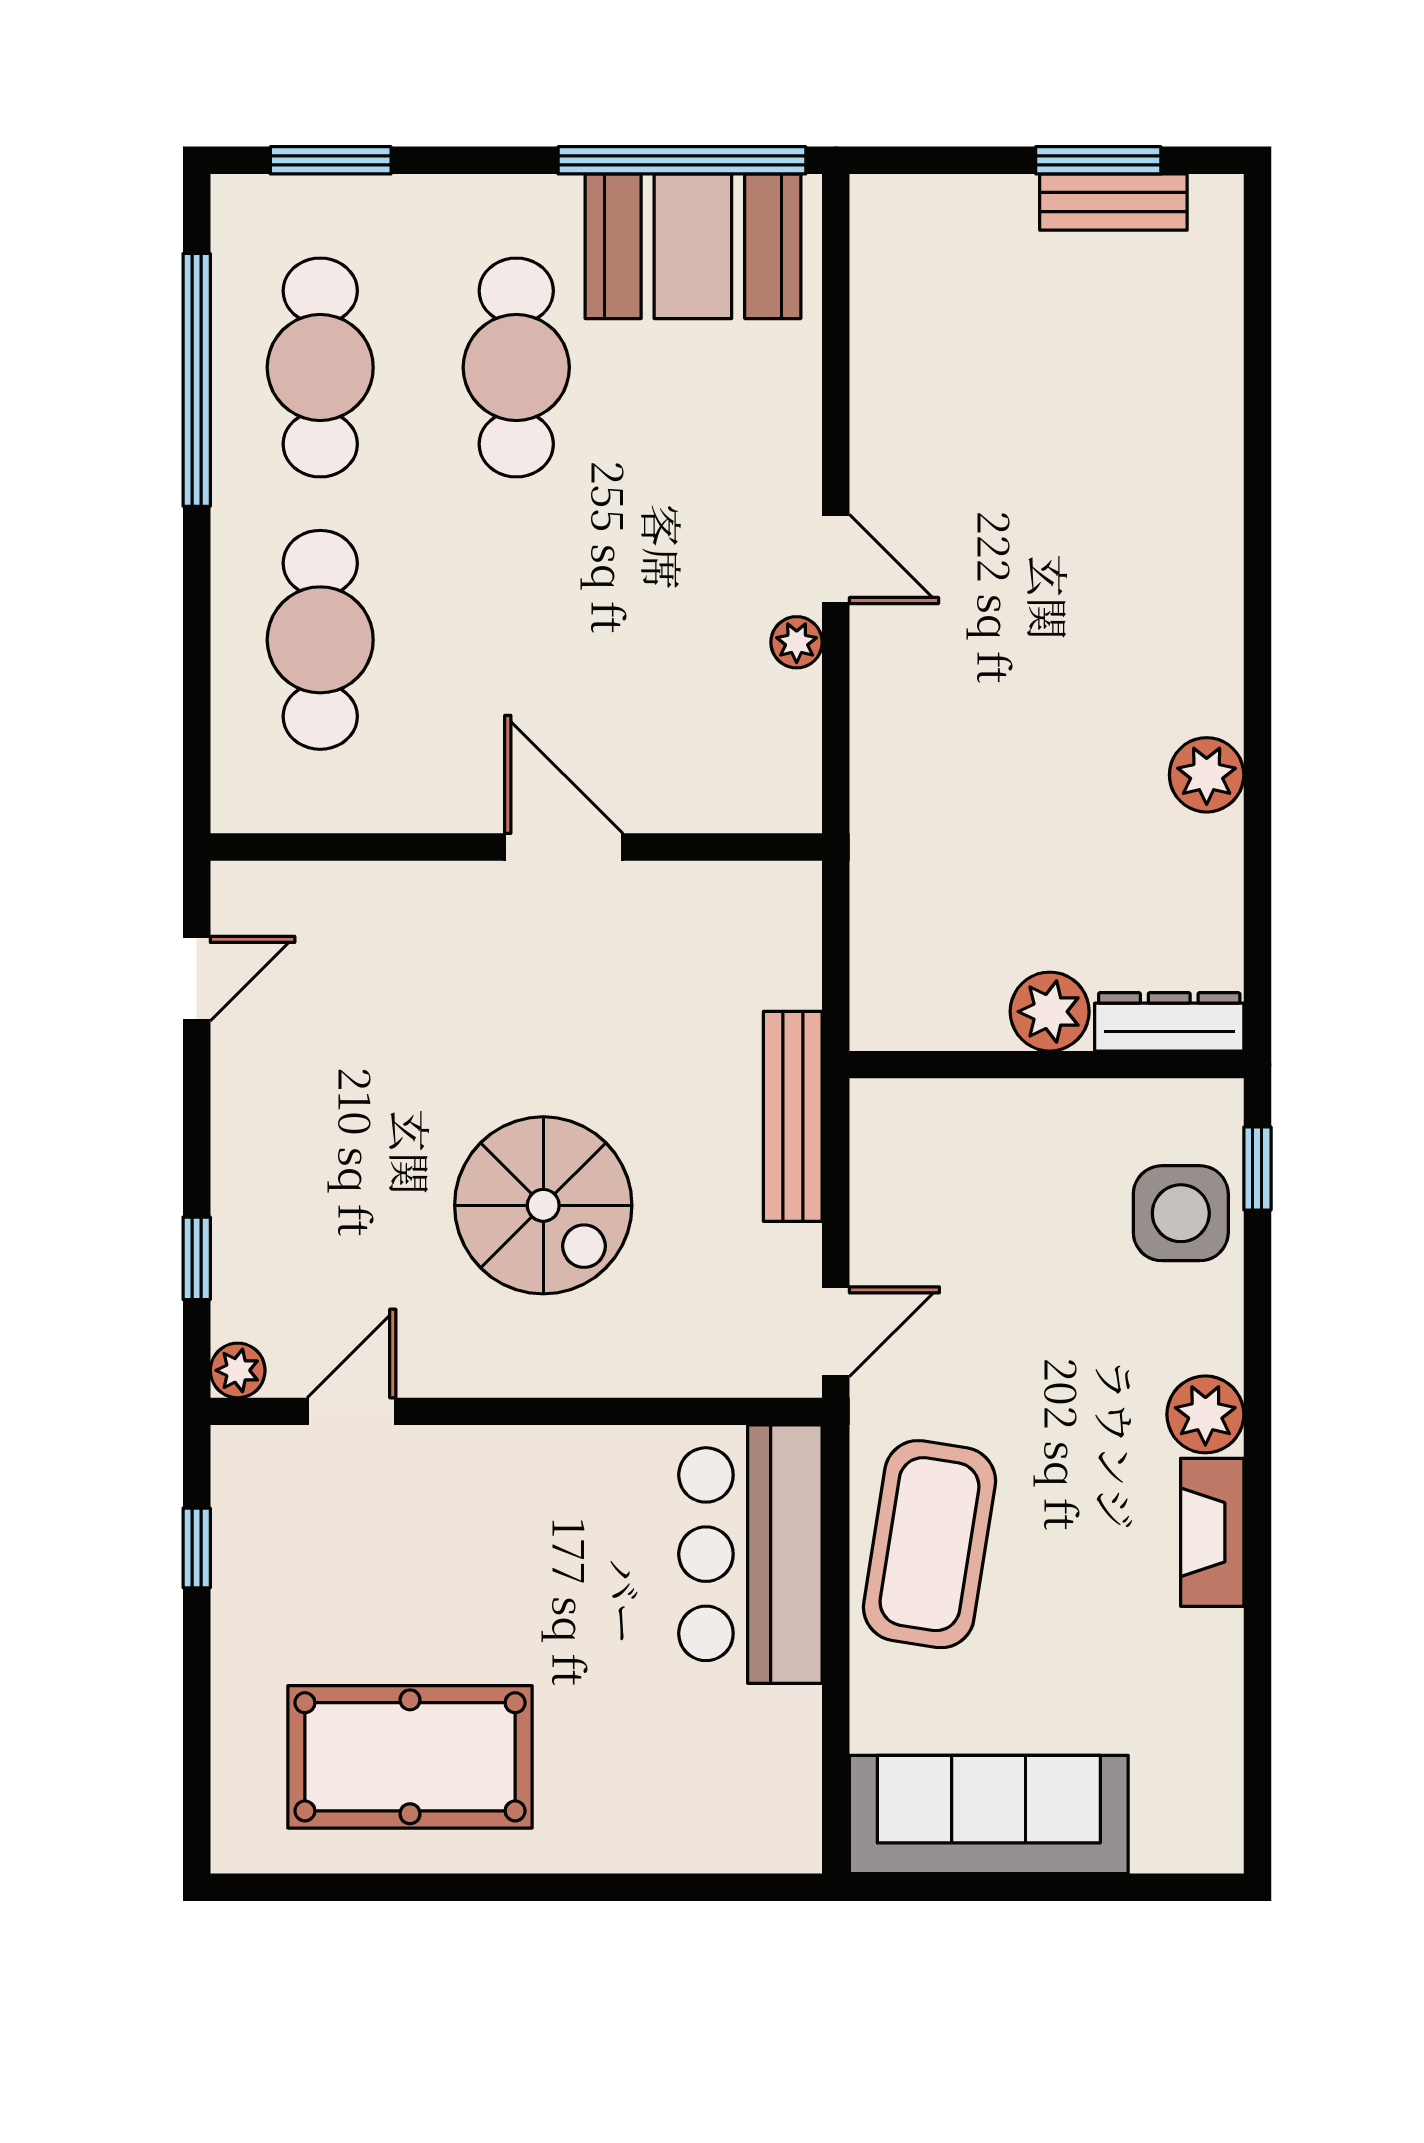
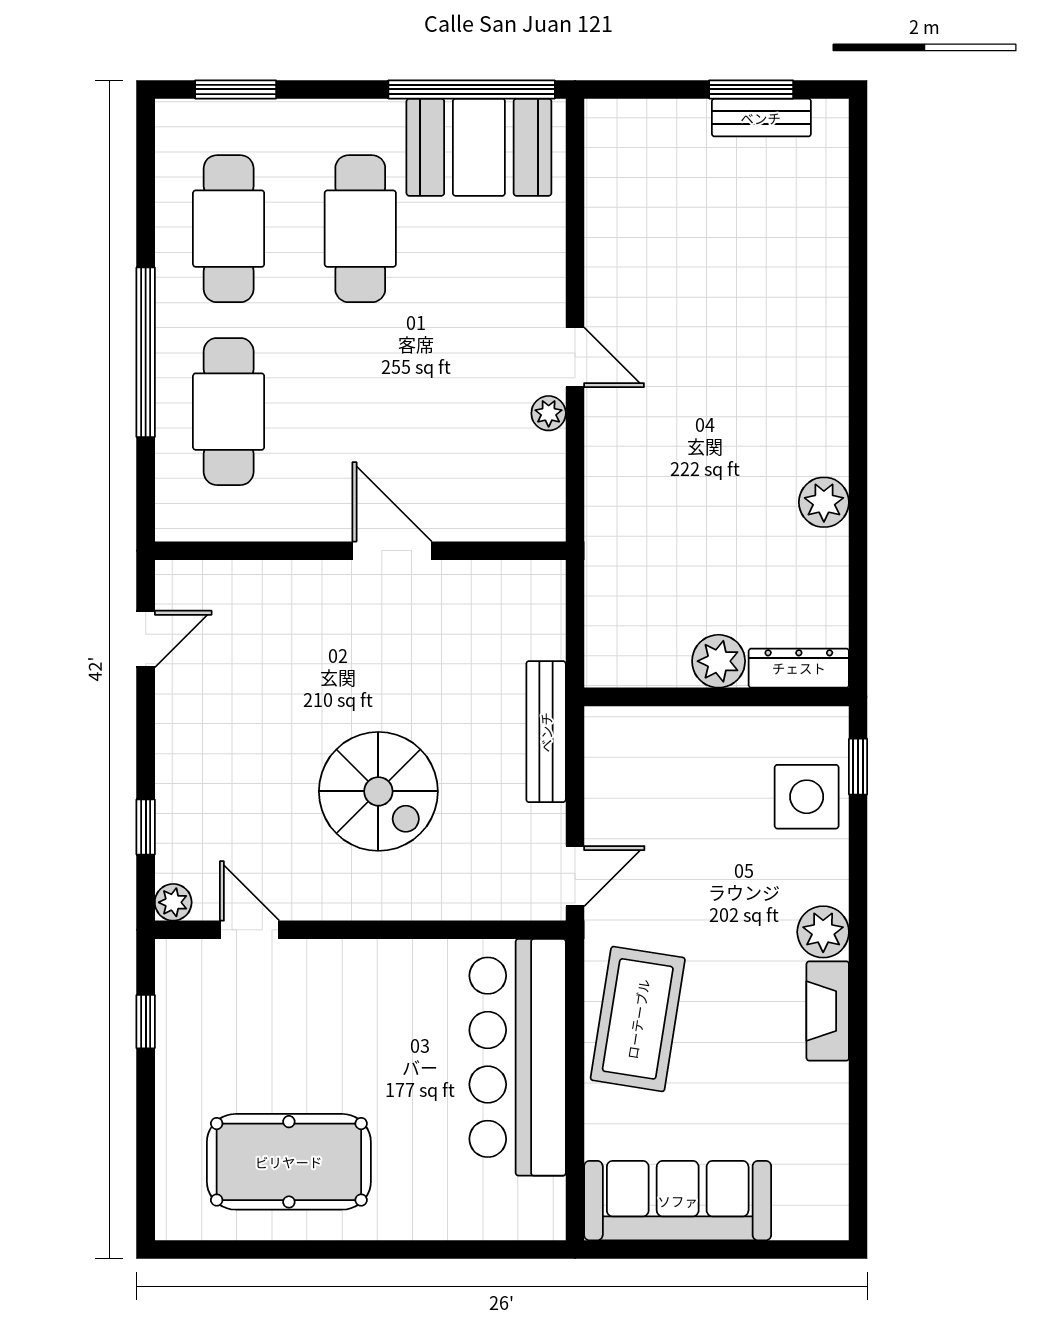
window: (197, 380) -> (146, 352), moved
door: (352, 1411) -> (250, 930), hinge flipped
bar counter: (750, 1554) -> (518, 1057), width x1.36

